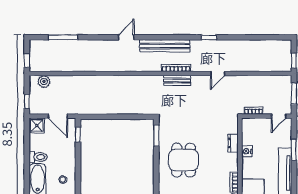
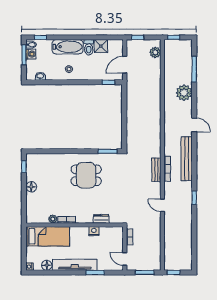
plant: (90, 49) -> (184, 93), added
shower: (37, 126) -> (101, 46), moved

